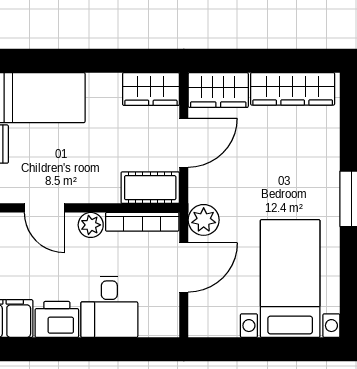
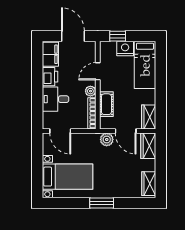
wardrobe: (293, 89) -> (149, 184), width x0.67
cot: (150, 188) -> (106, 104), moved
plant: (204, 220) -> (107, 139), moved
door: (184, 267) -> (60, 131), moved

